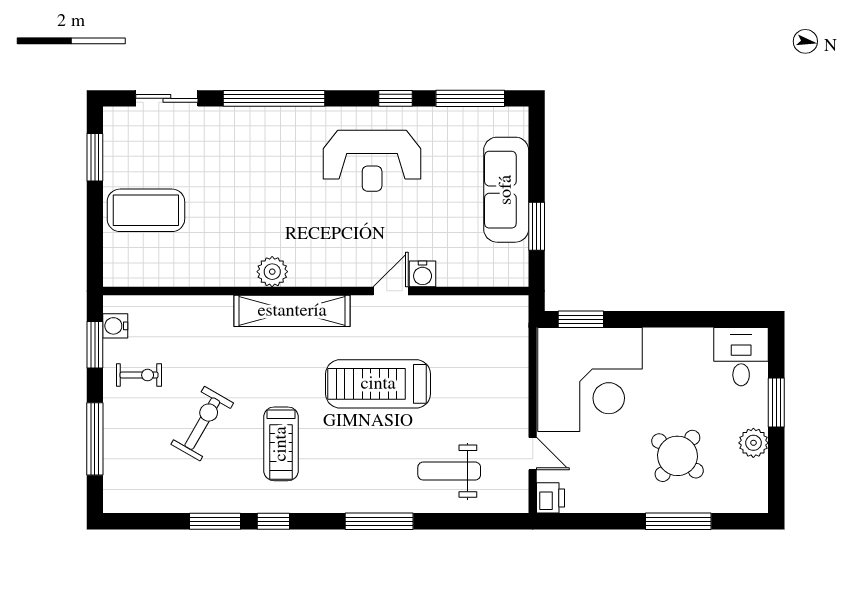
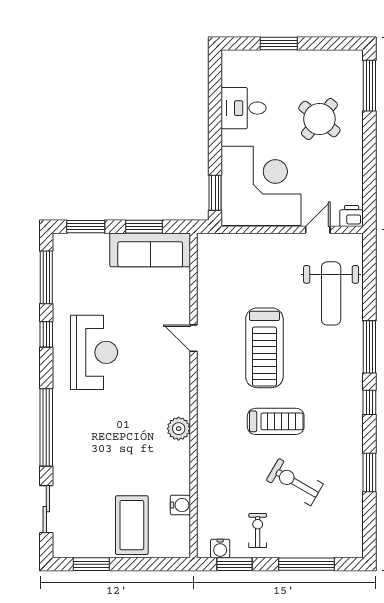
window: (537, 150) -> (86, 227), added
sofa: (506, 190) -> (150, 250), moved
water cooler: (423, 274) -> (180, 505), moved
shelving: (292, 311) -> (209, 414), removed
desk: (741, 357) -> (244, 108), moved
plant: (753, 443) -> (309, 61), removed
treadmill: (281, 444) -> (276, 421), moved
weight bench: (449, 471) -> (331, 293), width x1.36, depth x1.33
window: (273, 521) -> (369, 402), moved
window: (678, 521) -> (369, 86), moved

